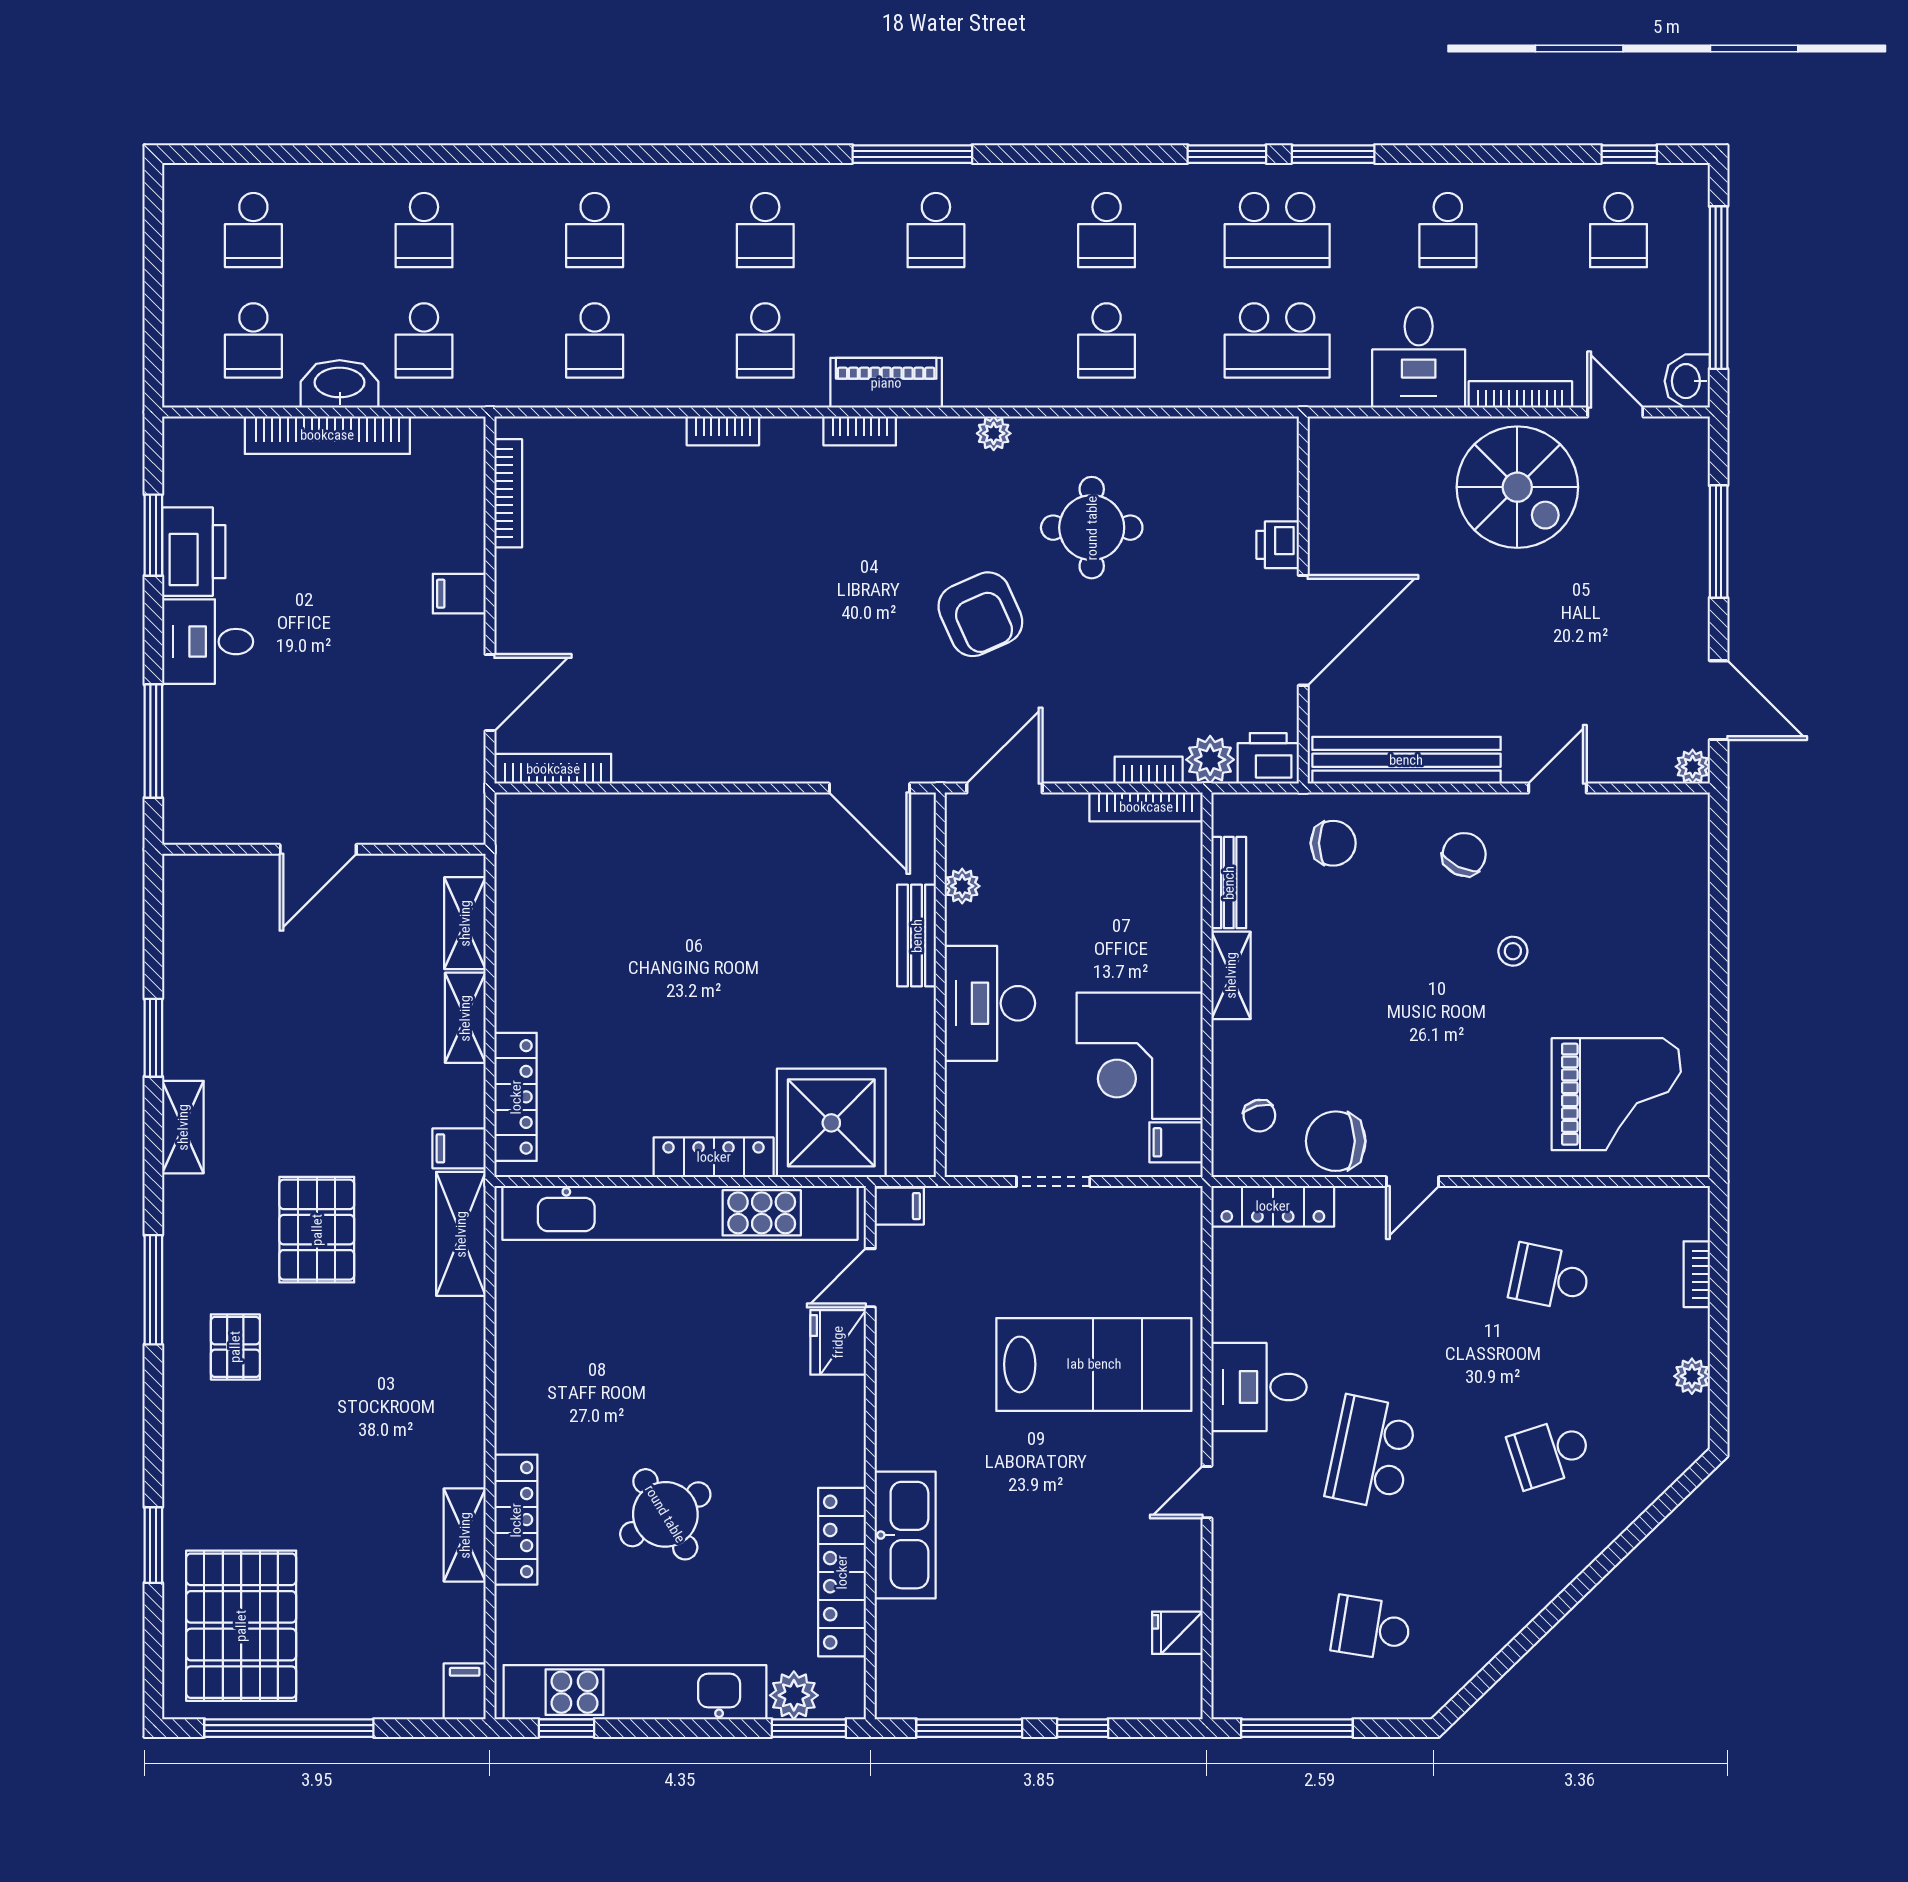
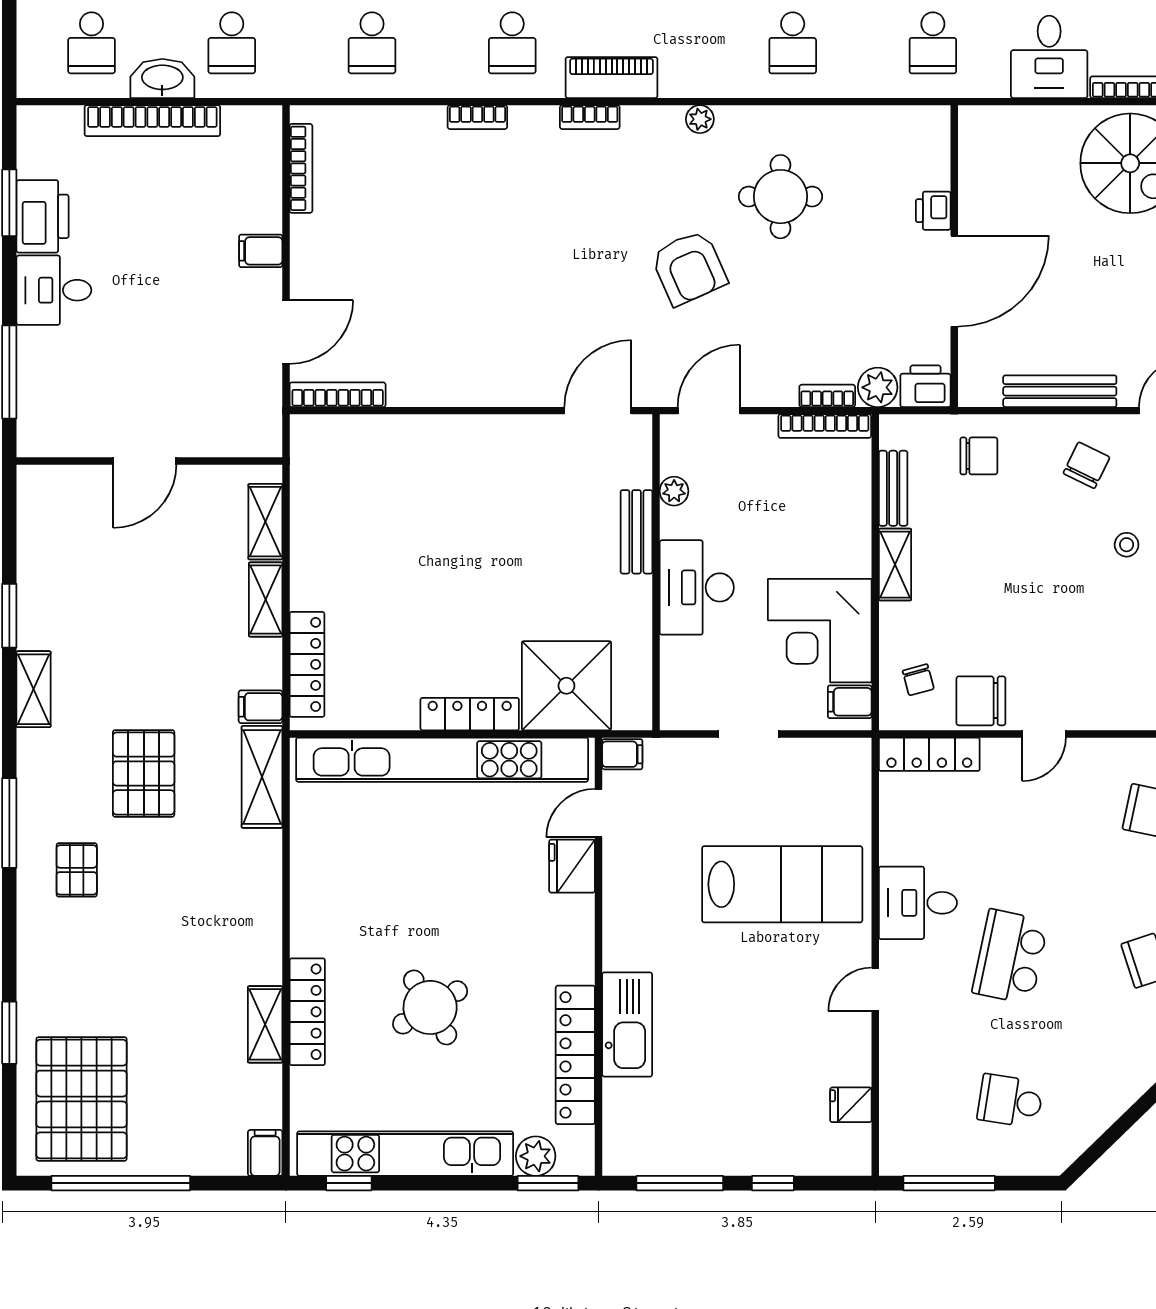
school desk: (1277, 340) -> (933, 43), width x0.54
bench: (1406, 760) -> (1060, 391), width x0.73, depth x0.82
door: (870, 788) -> (598, 411), swing flipped

